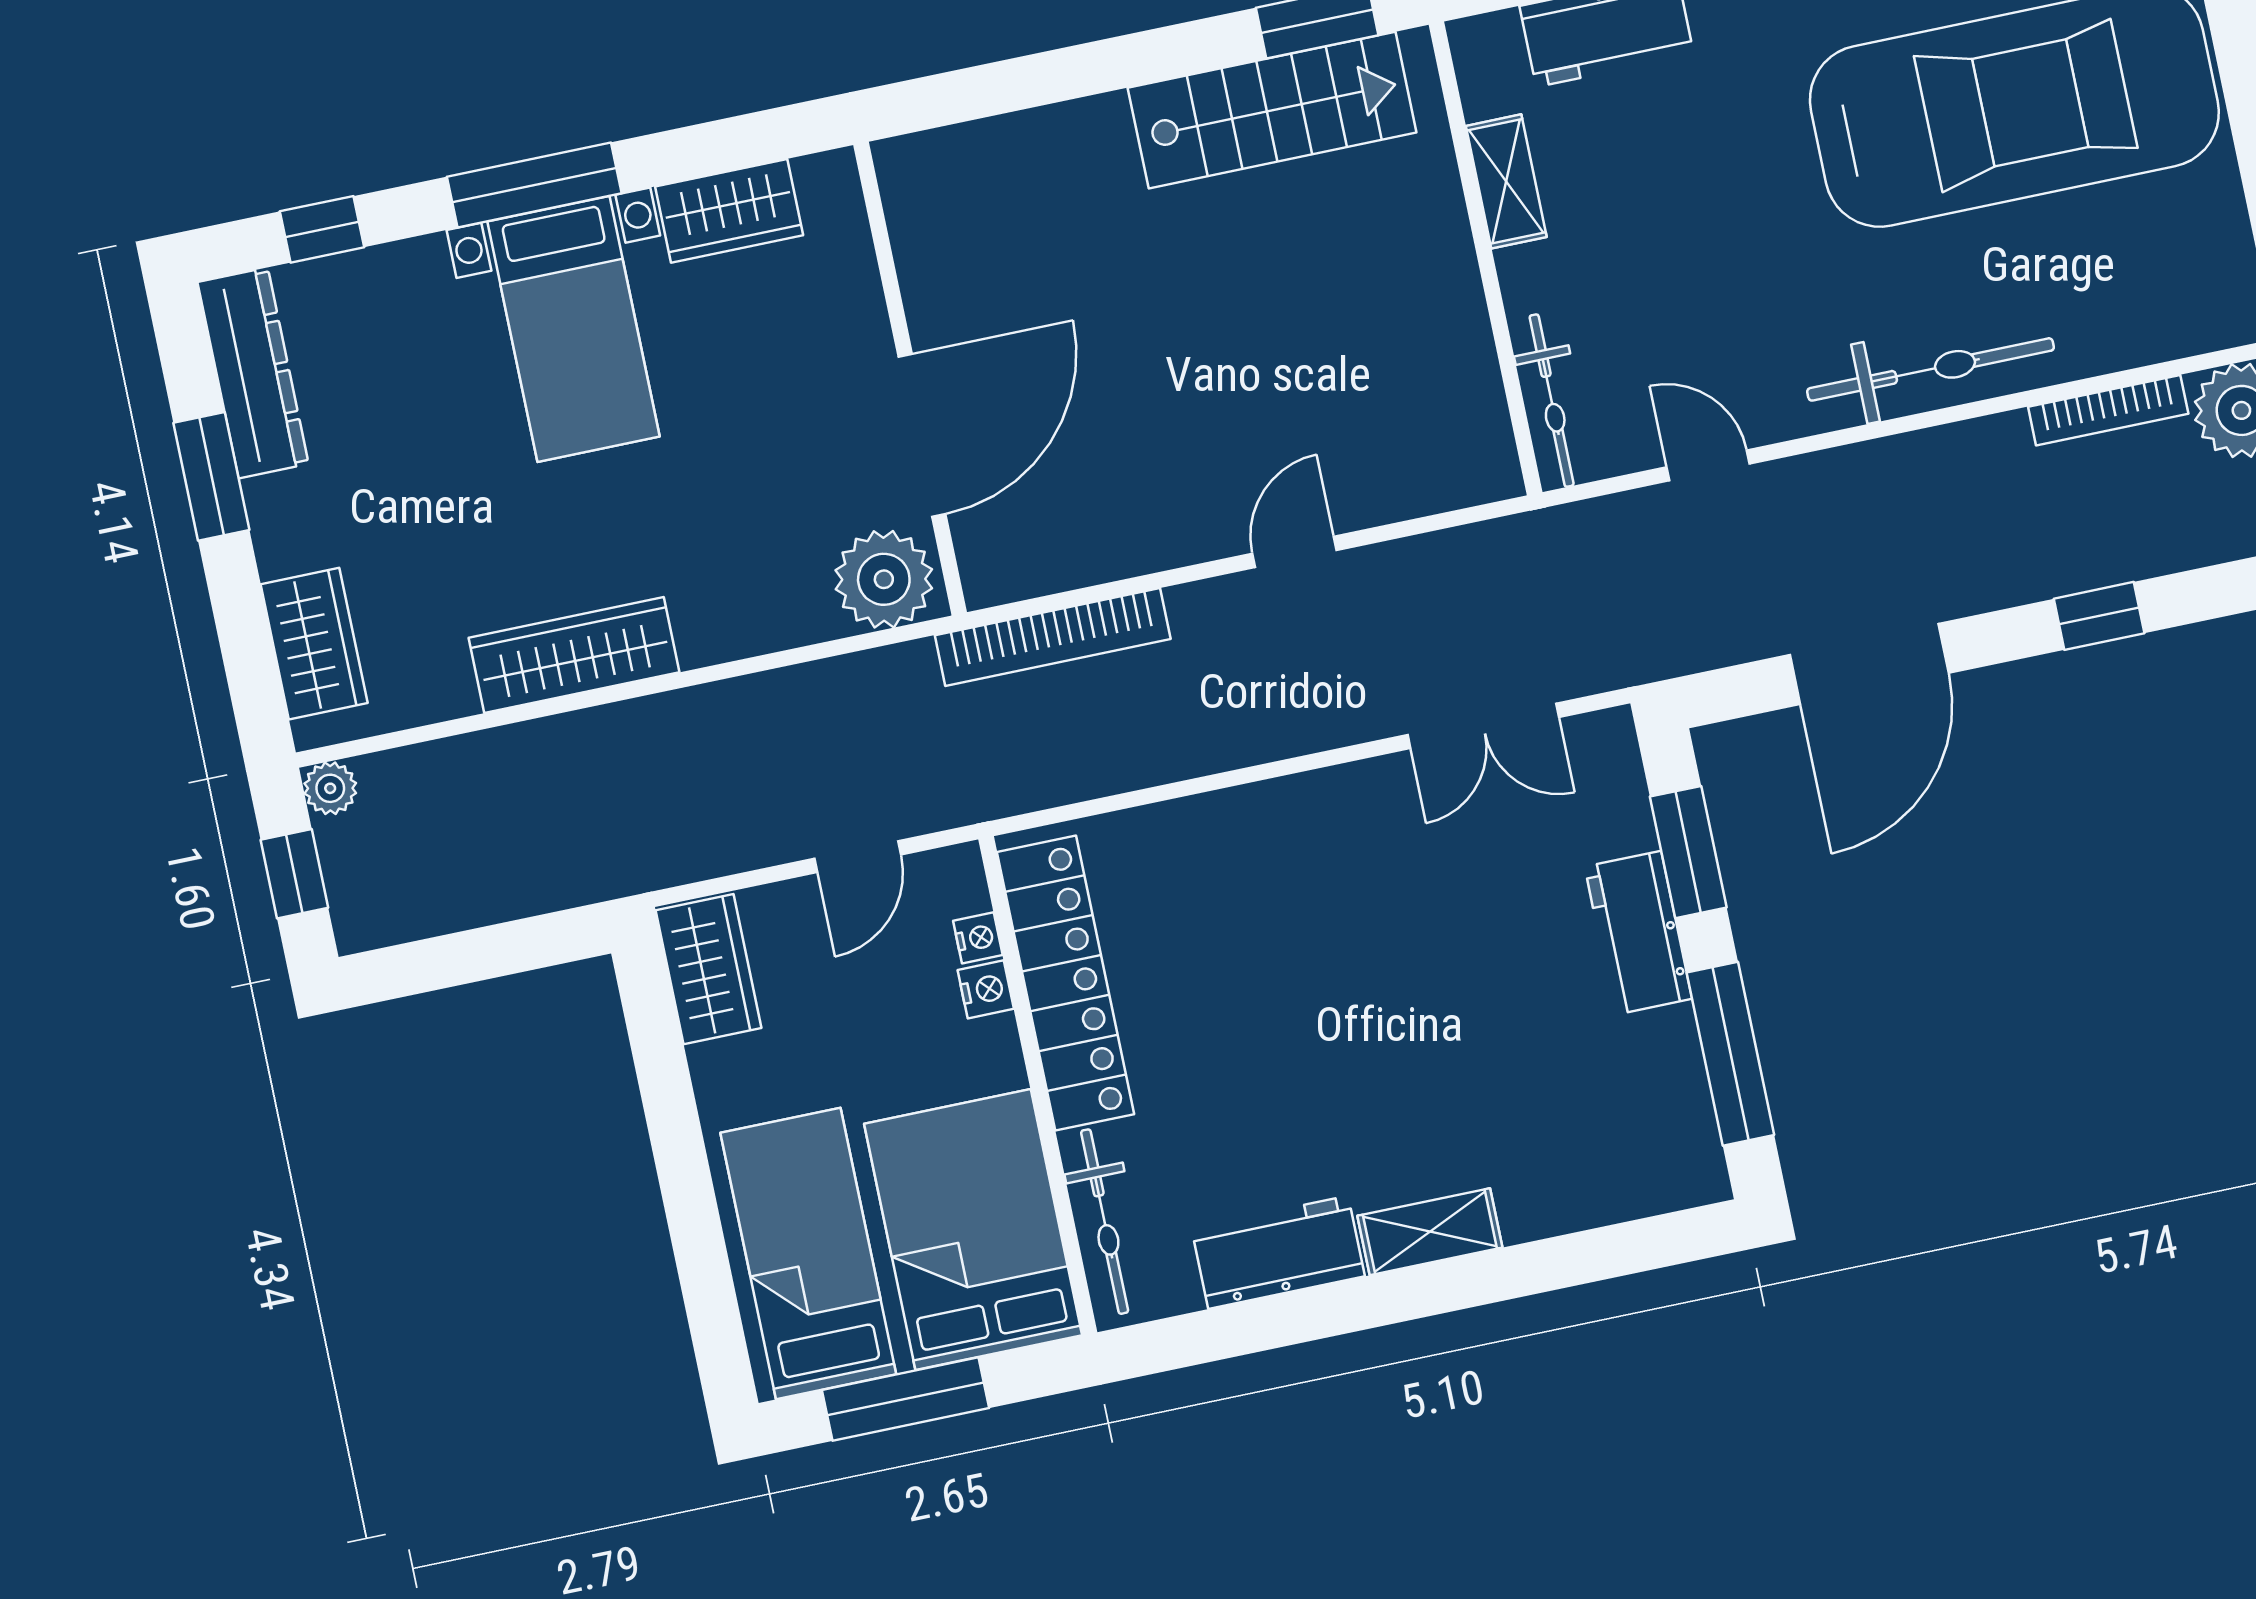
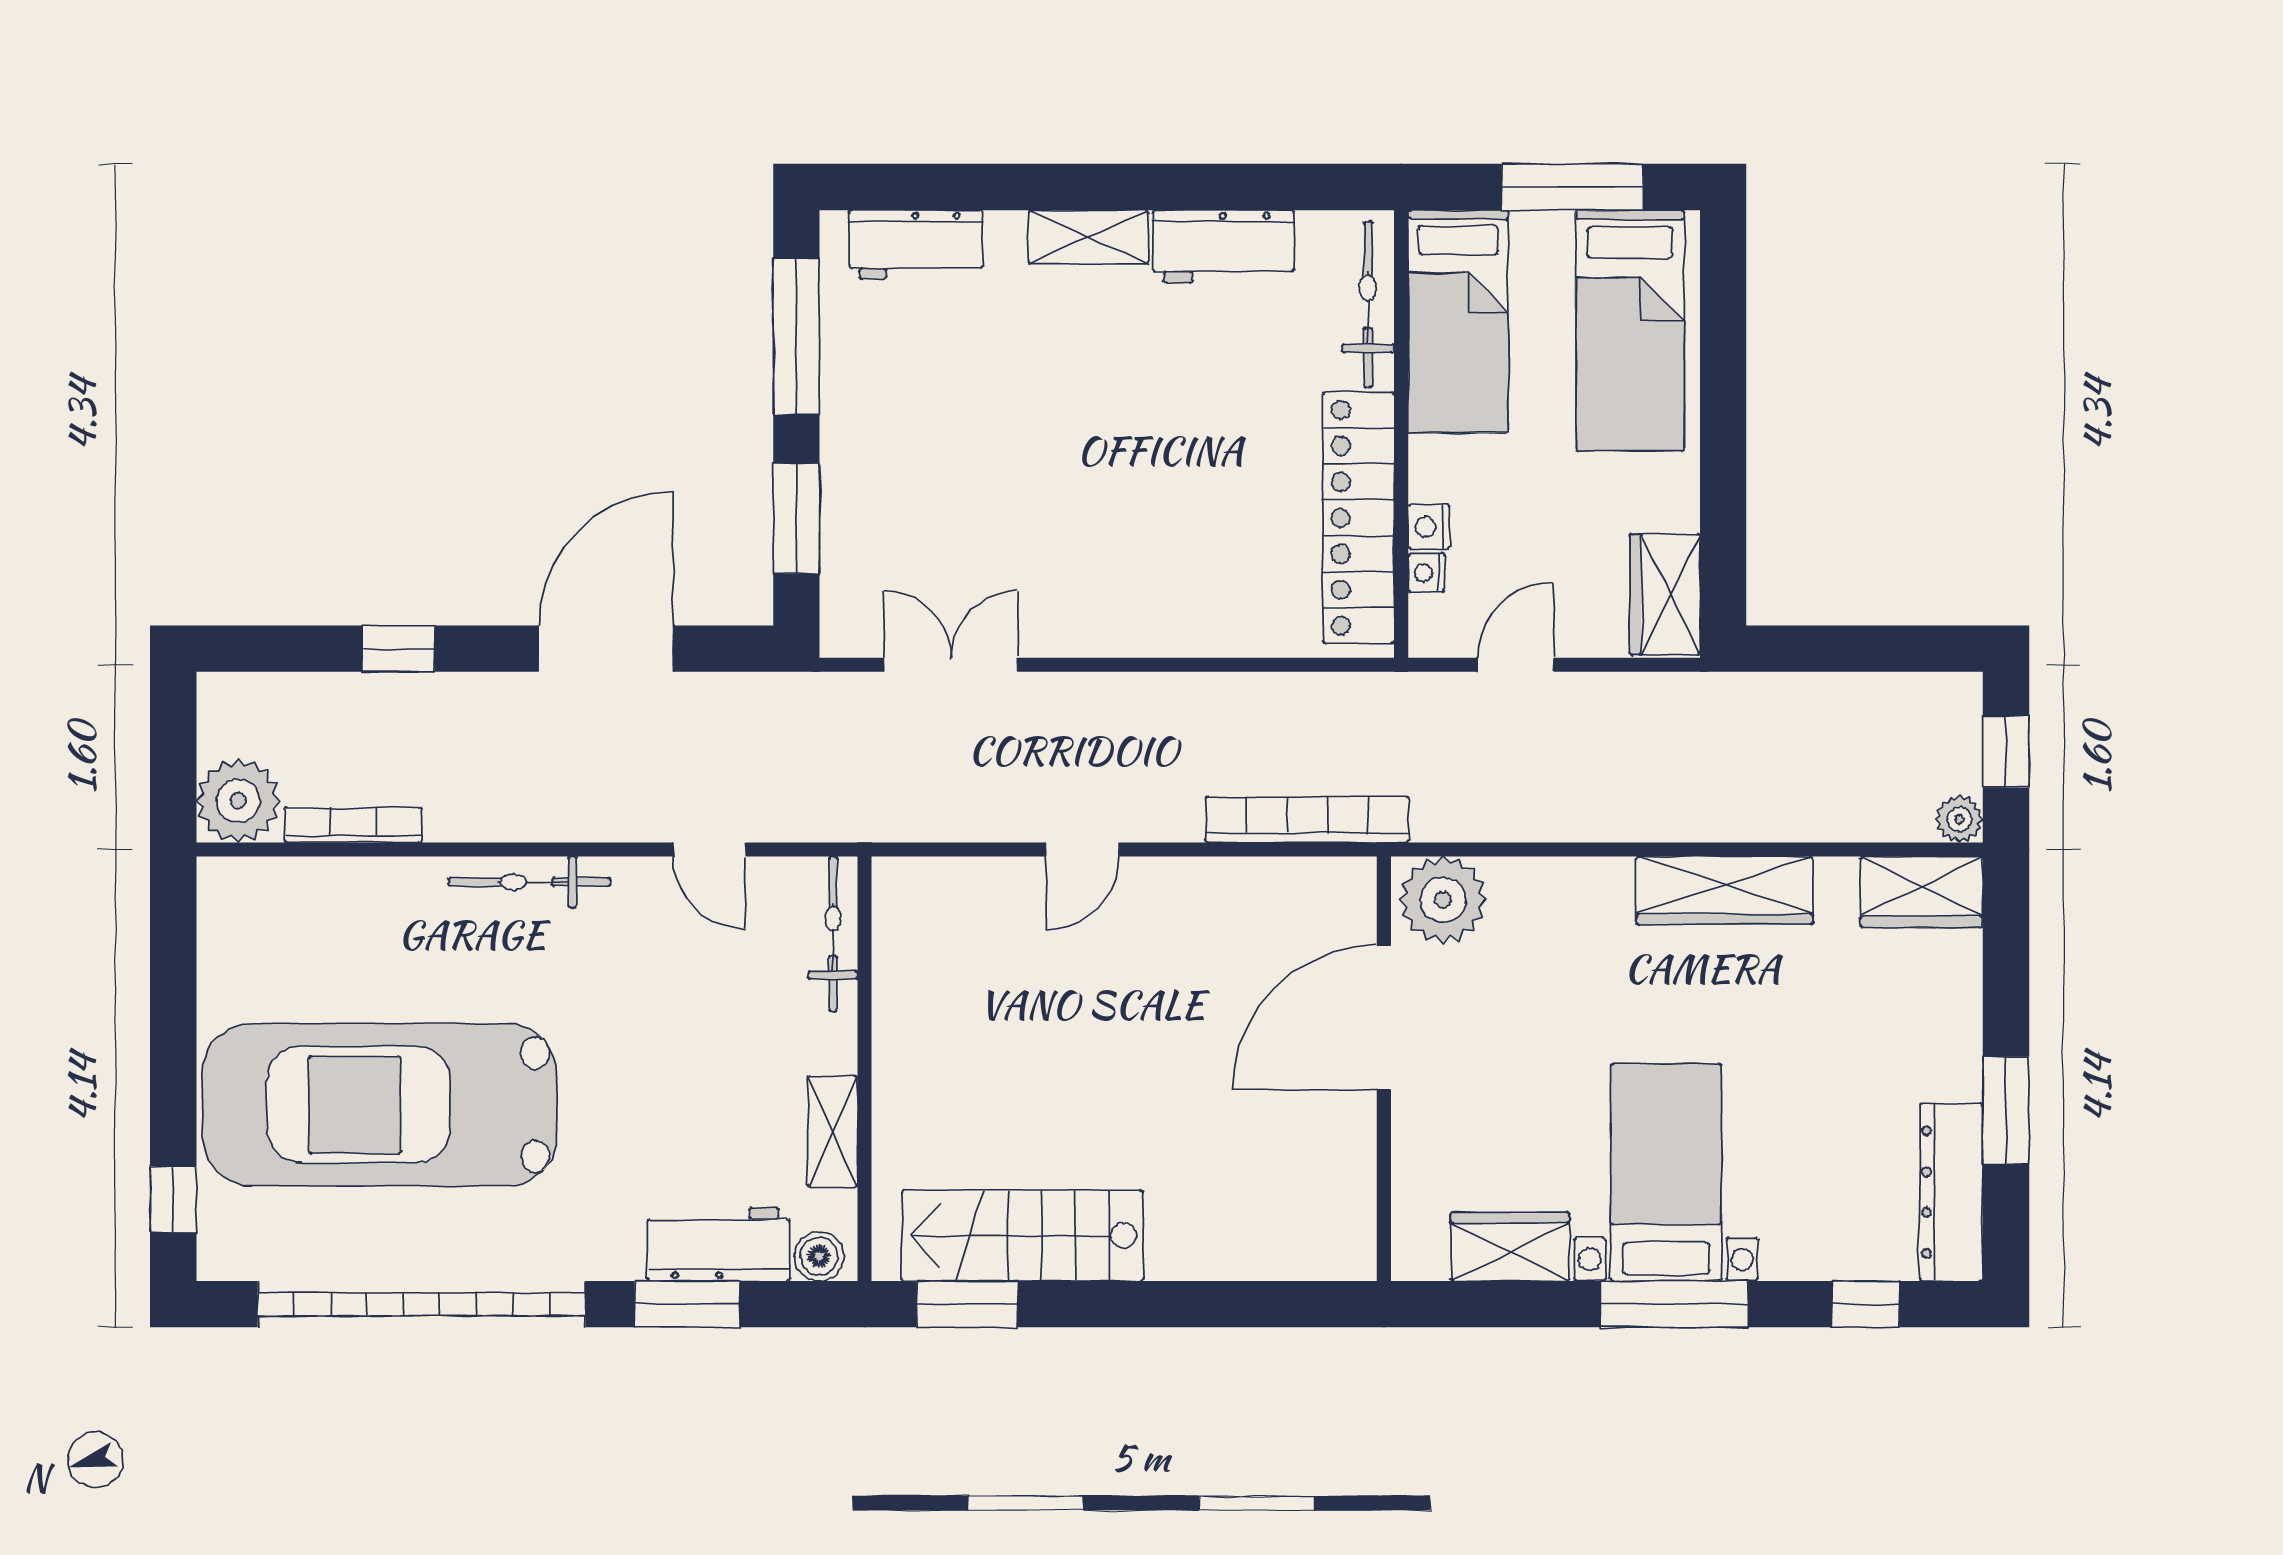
boiler: (1492, 40) -> (819, 1256), added
bicycle: (1930, 369) -> (529, 882), width x0.73, depth x0.71
wardrobe: (314, 644) -> (1922, 892), moved, turned -90
workbench: (1638, 933) -> (916, 245), moved, turned 90
bed: (973, 1230) -> (1458, 321), width x0.67

